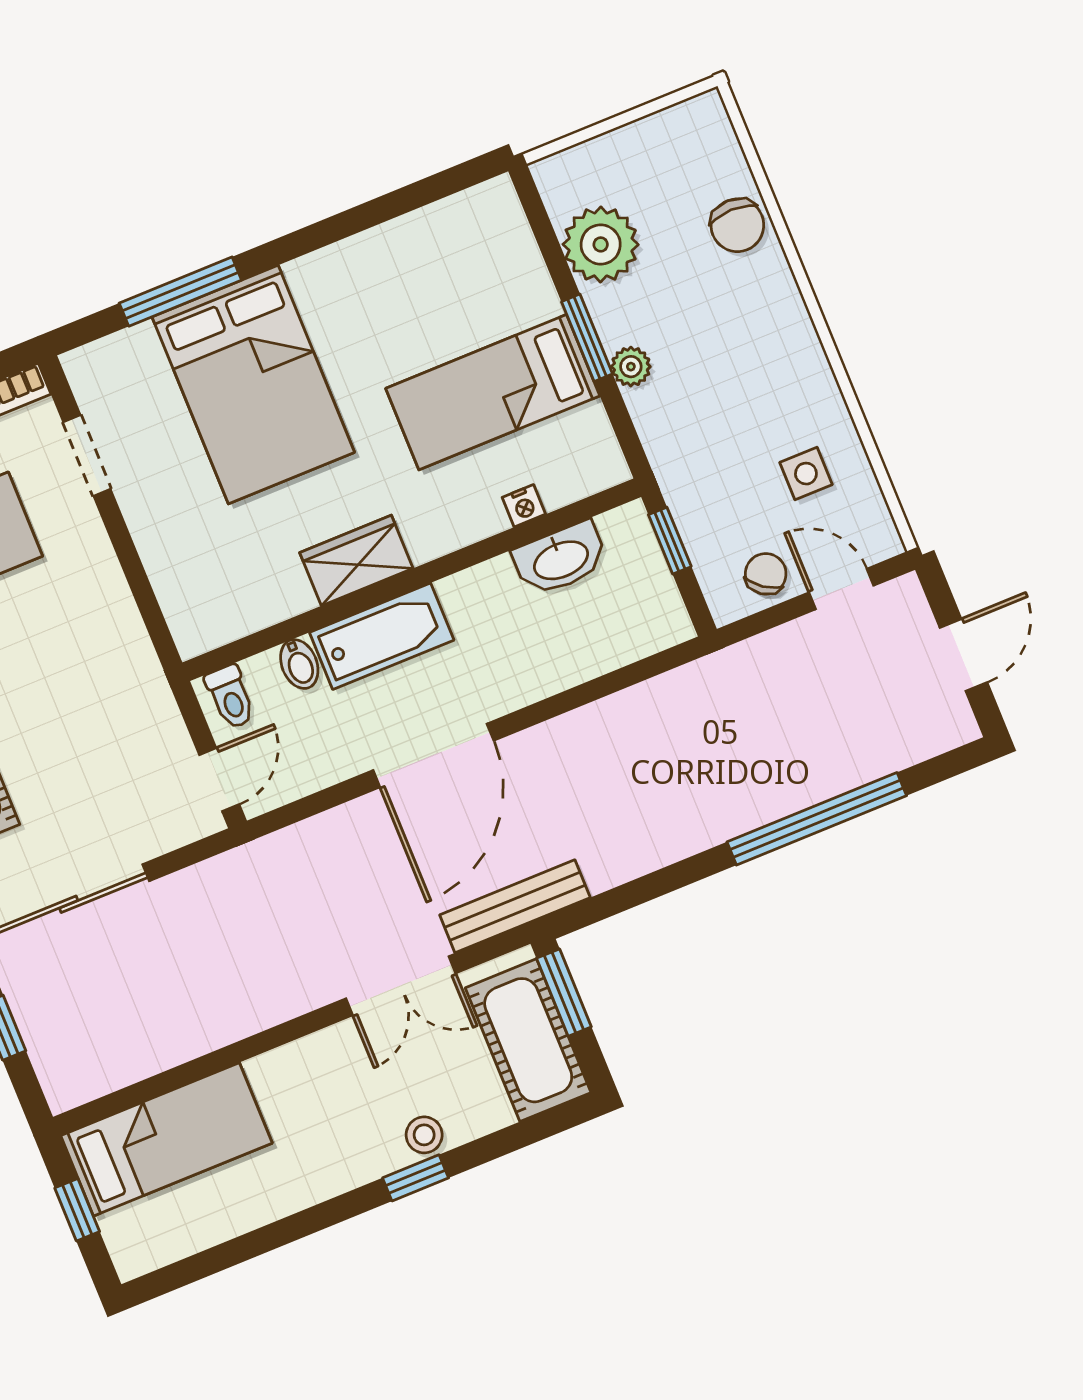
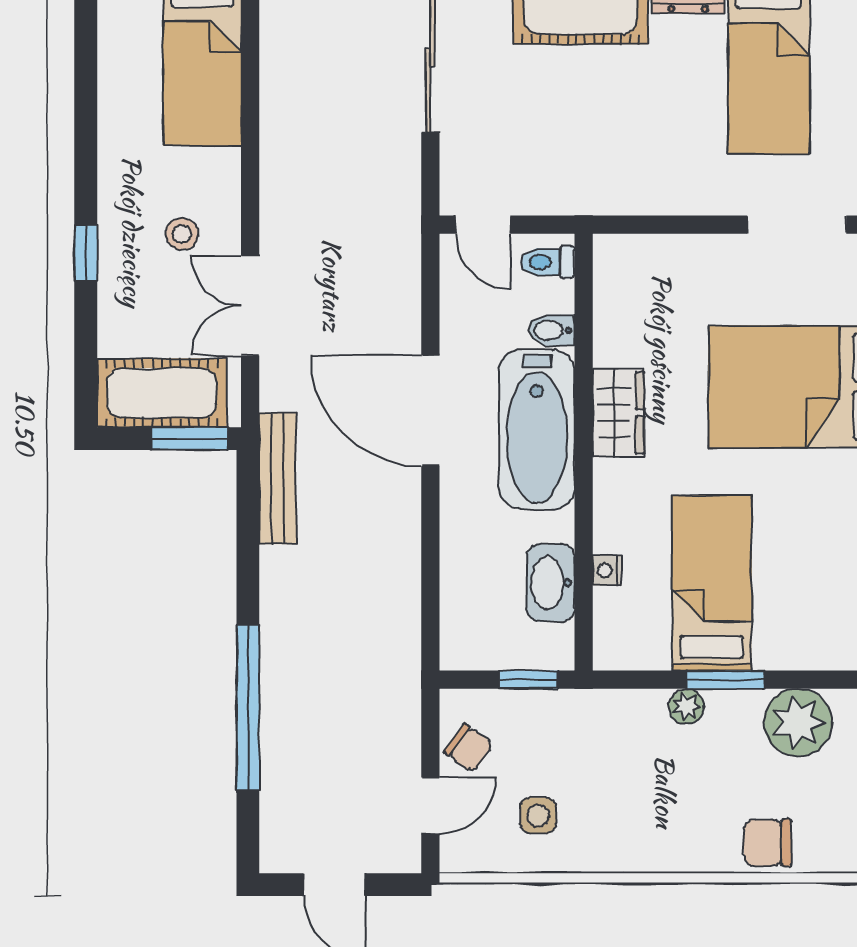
doorway: (87, 455) -> (797, 225), width x1.38
bathtub: (382, 636) -> (537, 430), width x1.36, depth x1.36
bench: (515, 906) -> (278, 478), moved
stool: (424, 1135) -> (182, 234), moved

